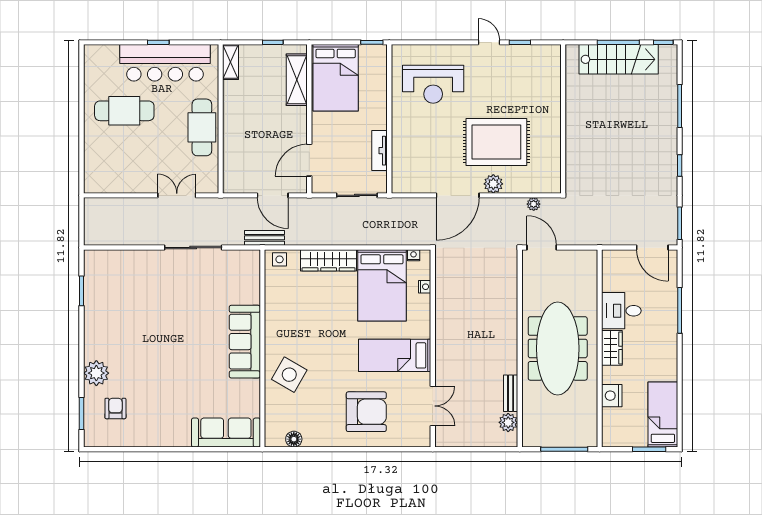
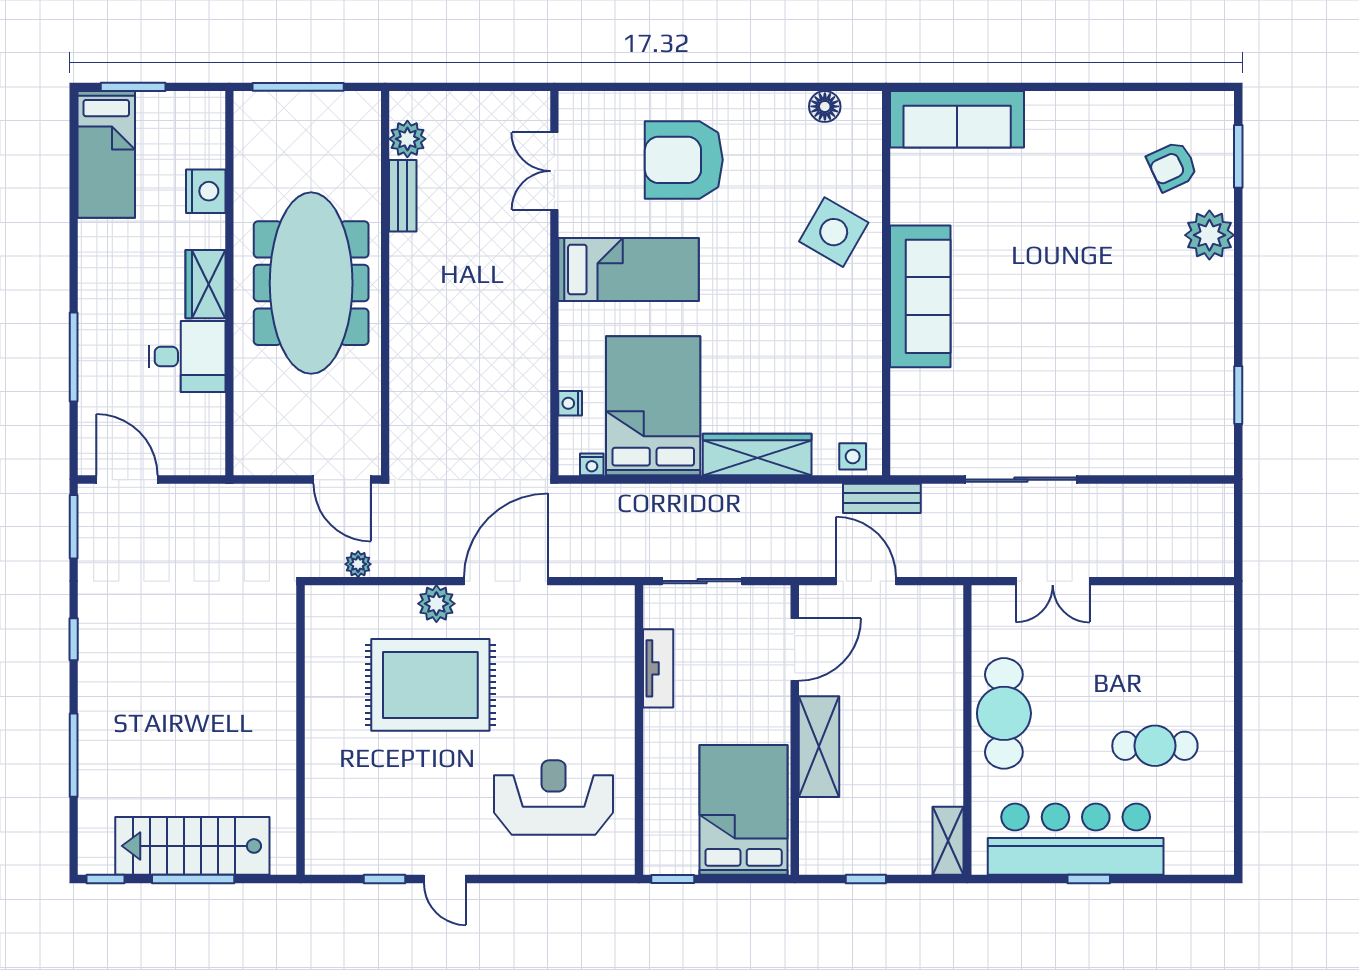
shelving: (297, 80) -> (819, 747), moved
cafe table: (124, 111) -> (1155, 746), width x0.73, depth x0.74
armchair: (115, 408) -> (1172, 166), turned 65

